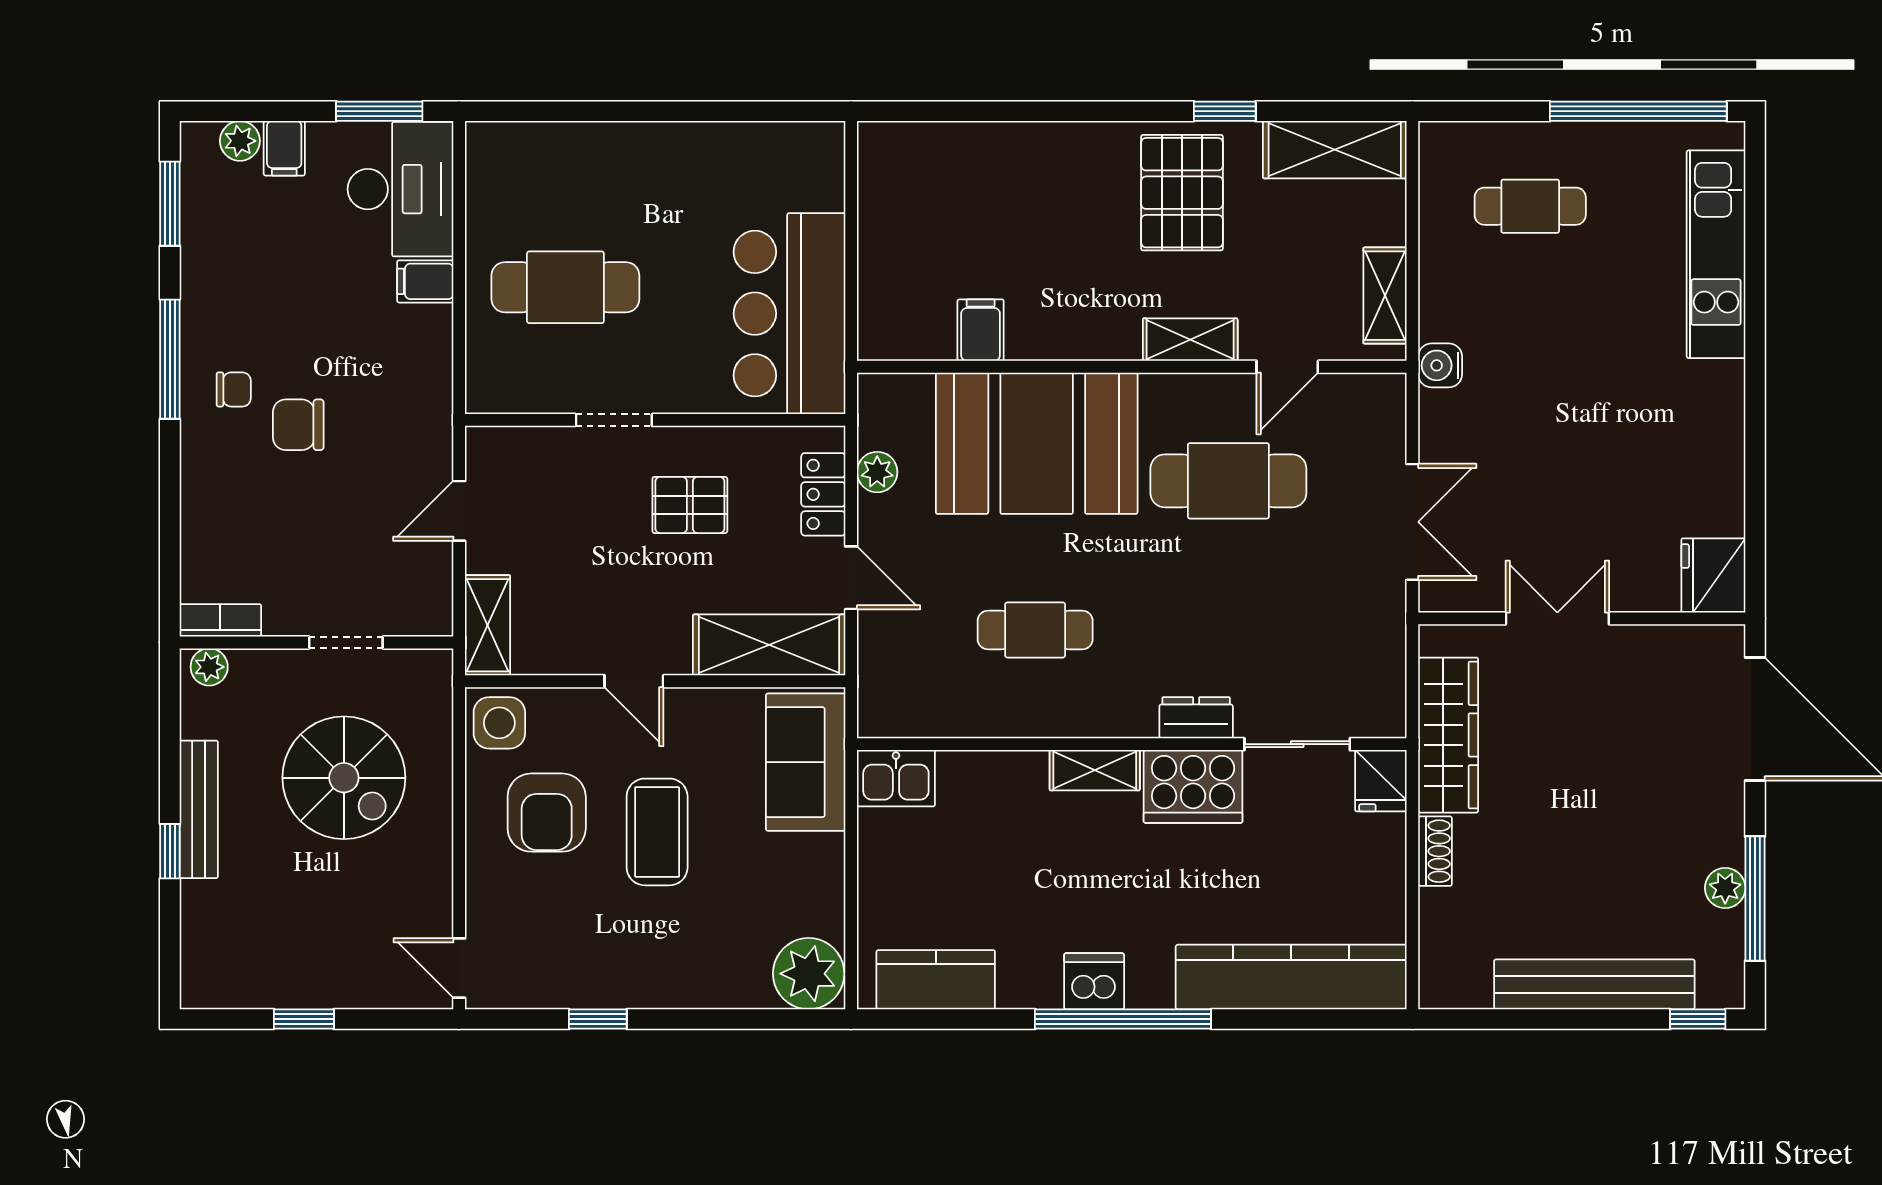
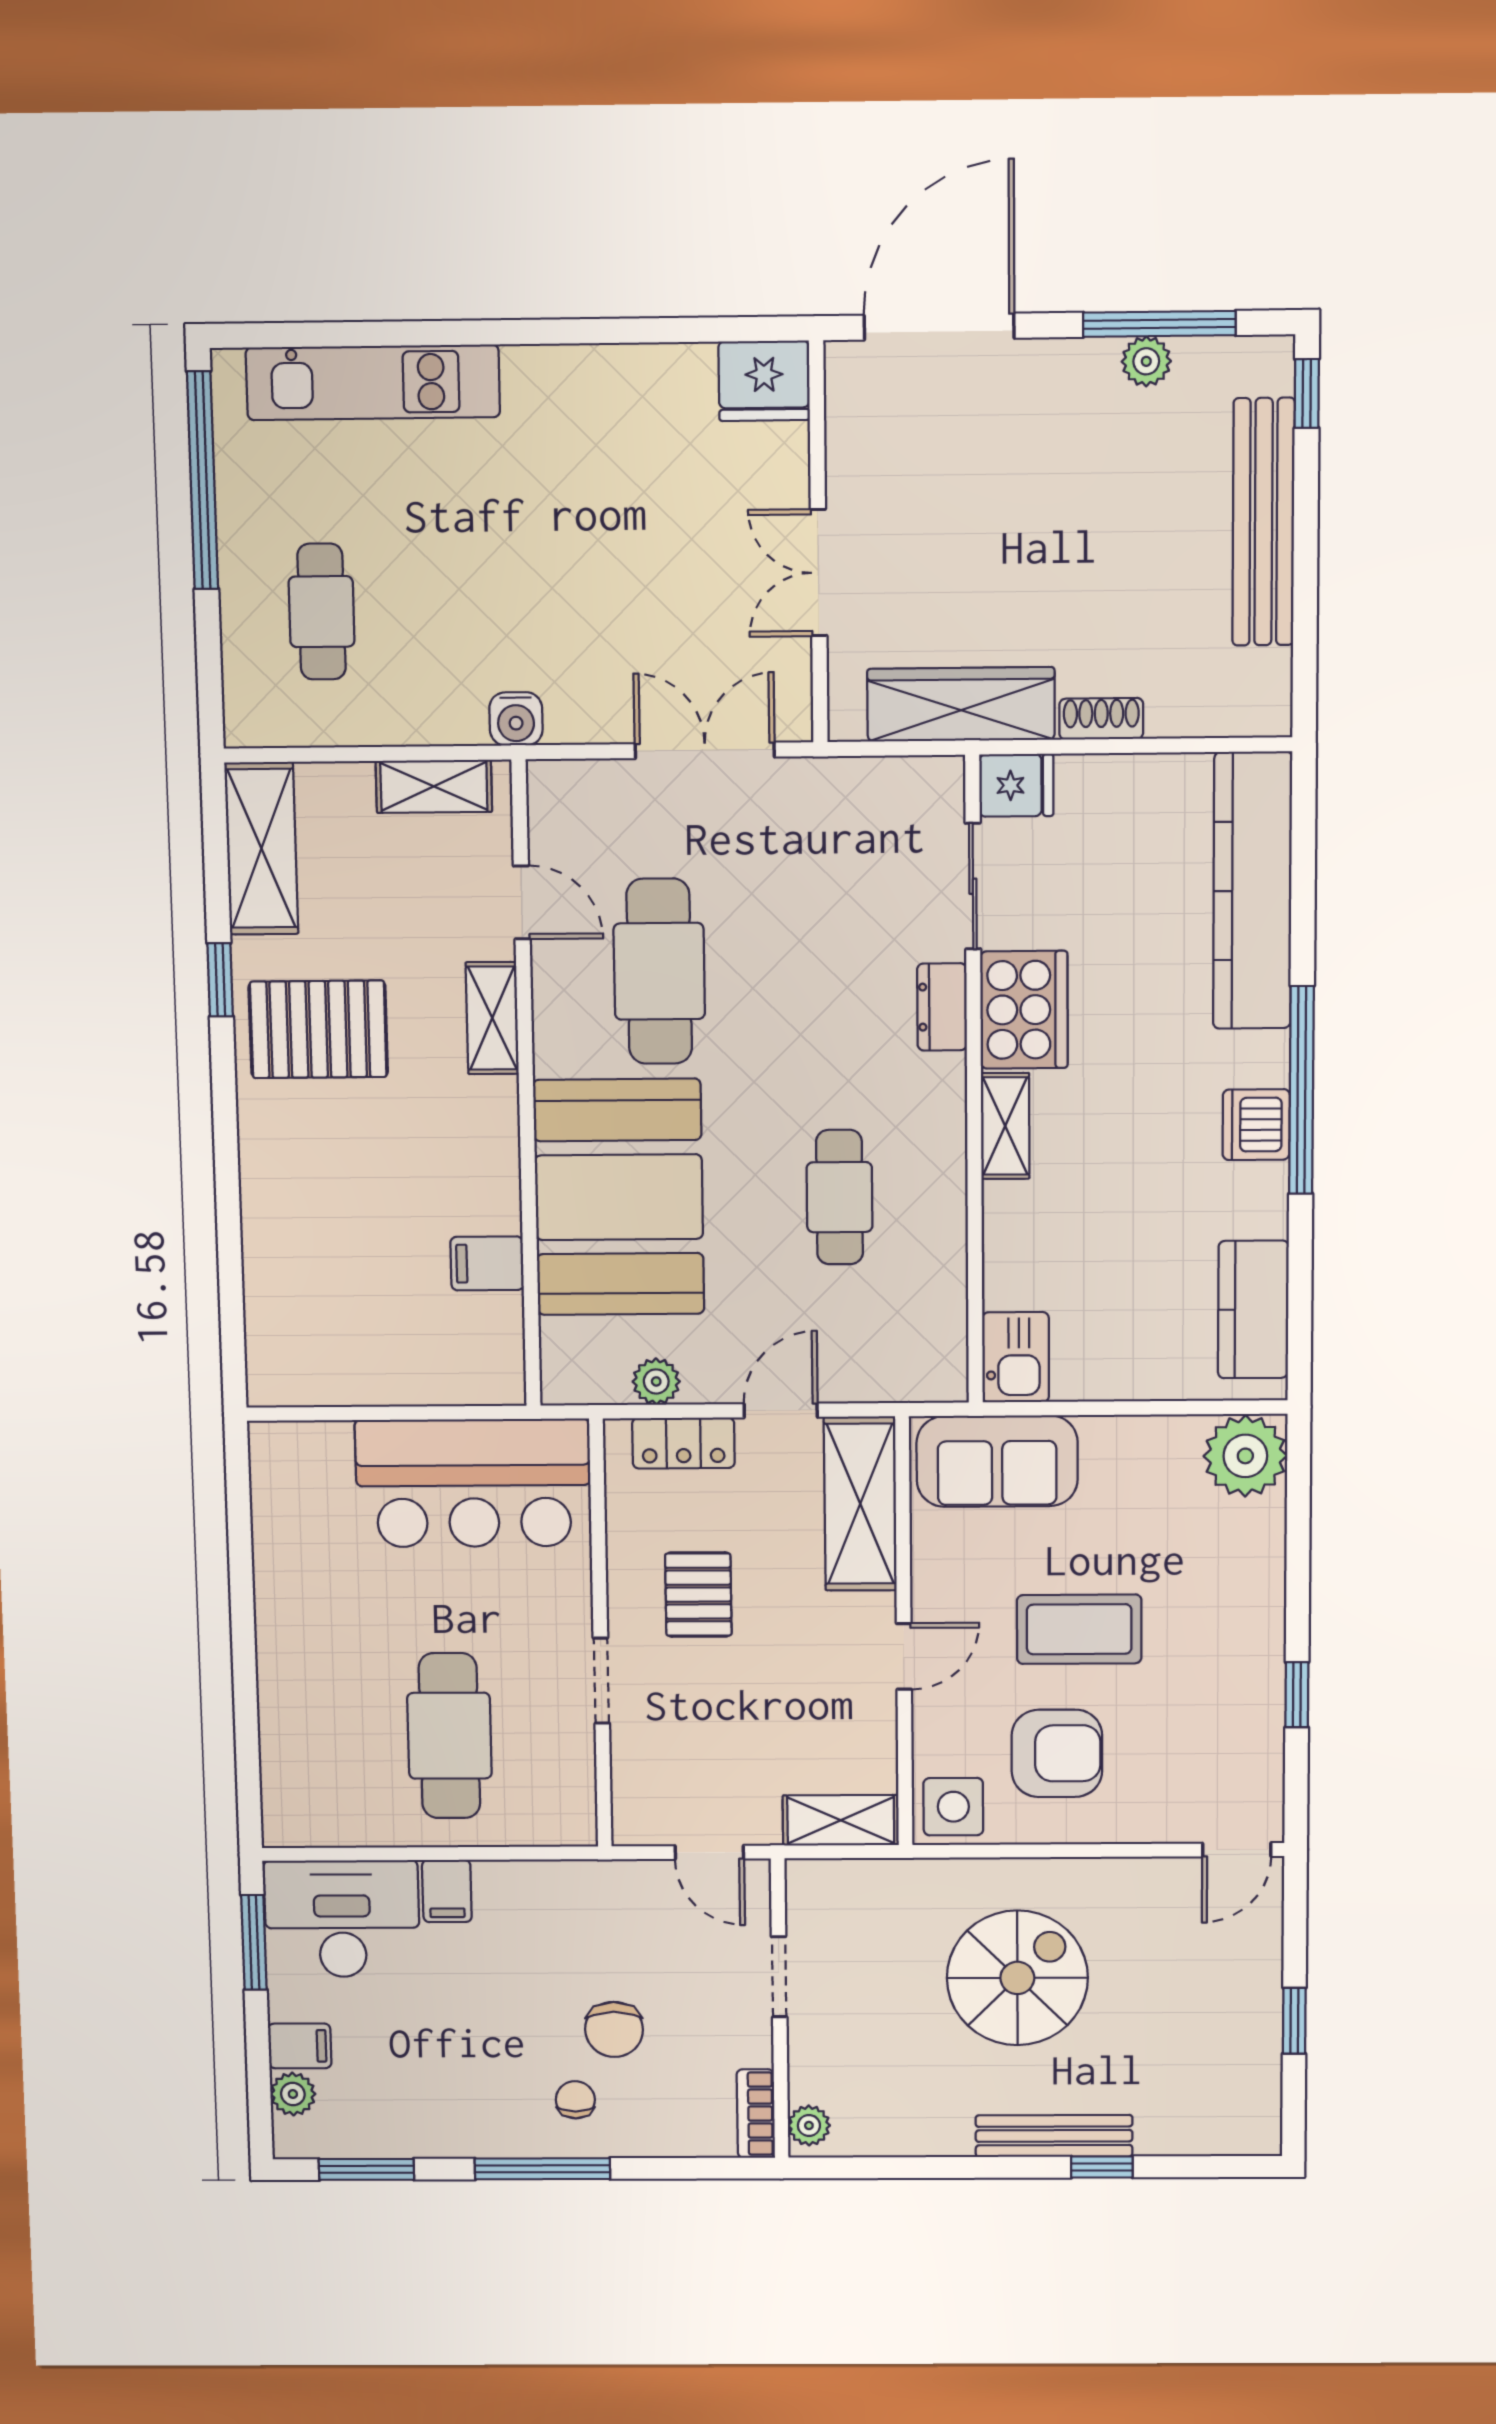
bookcase: (220, 620) -> (756, 2114), moved
wall: (316, 643) -> (780, 2009), moved
doorway: (346, 643) -> (779, 1977), moved
plant: (209, 667) -> (809, 2125), moved

